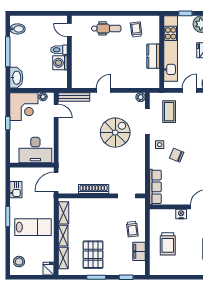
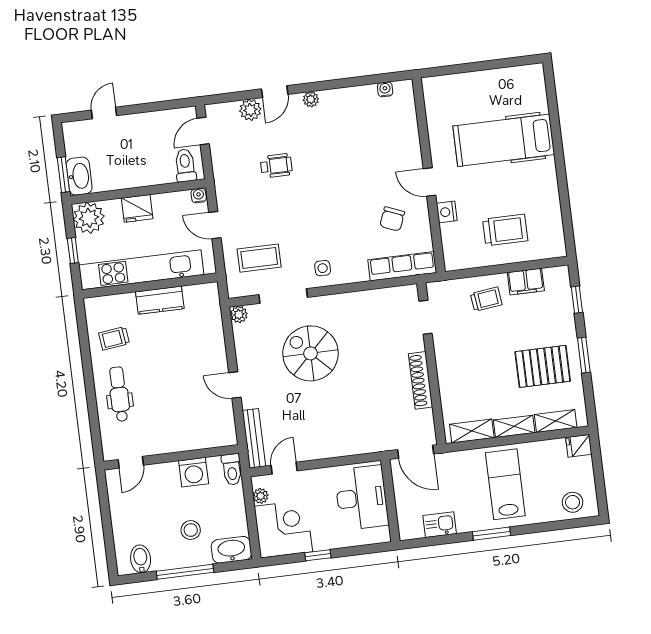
toilet: (59, 50) -> (232, 469), moved
stool: (30, 57) -> (191, 530), added
chair: (177, 155) -> (392, 219), moved

